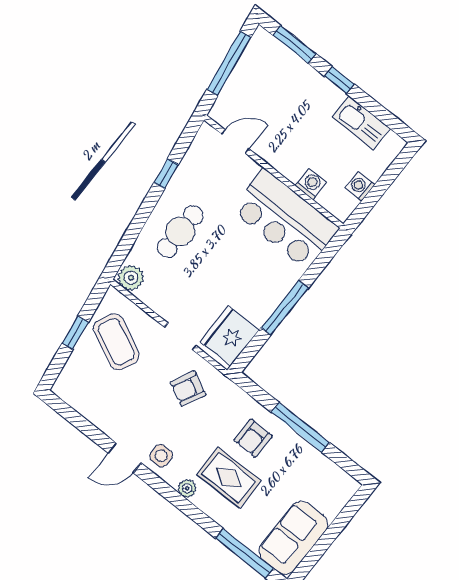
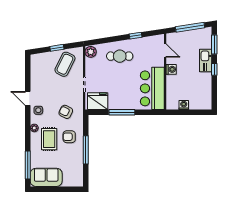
kitchen sink: (361, 123) -> (206, 61), moved
washing machine: (311, 184) -> (171, 69), moved
armchair: (188, 389) -> (66, 112), moved

